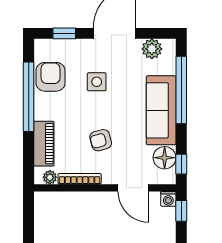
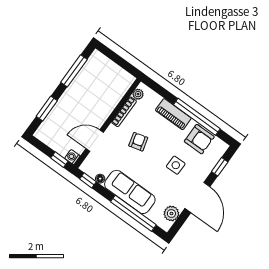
piano: (44, 144) -> (173, 114), moved
floor lamp: (165, 158) -> (100, 179), width x0.53, depth x0.53

